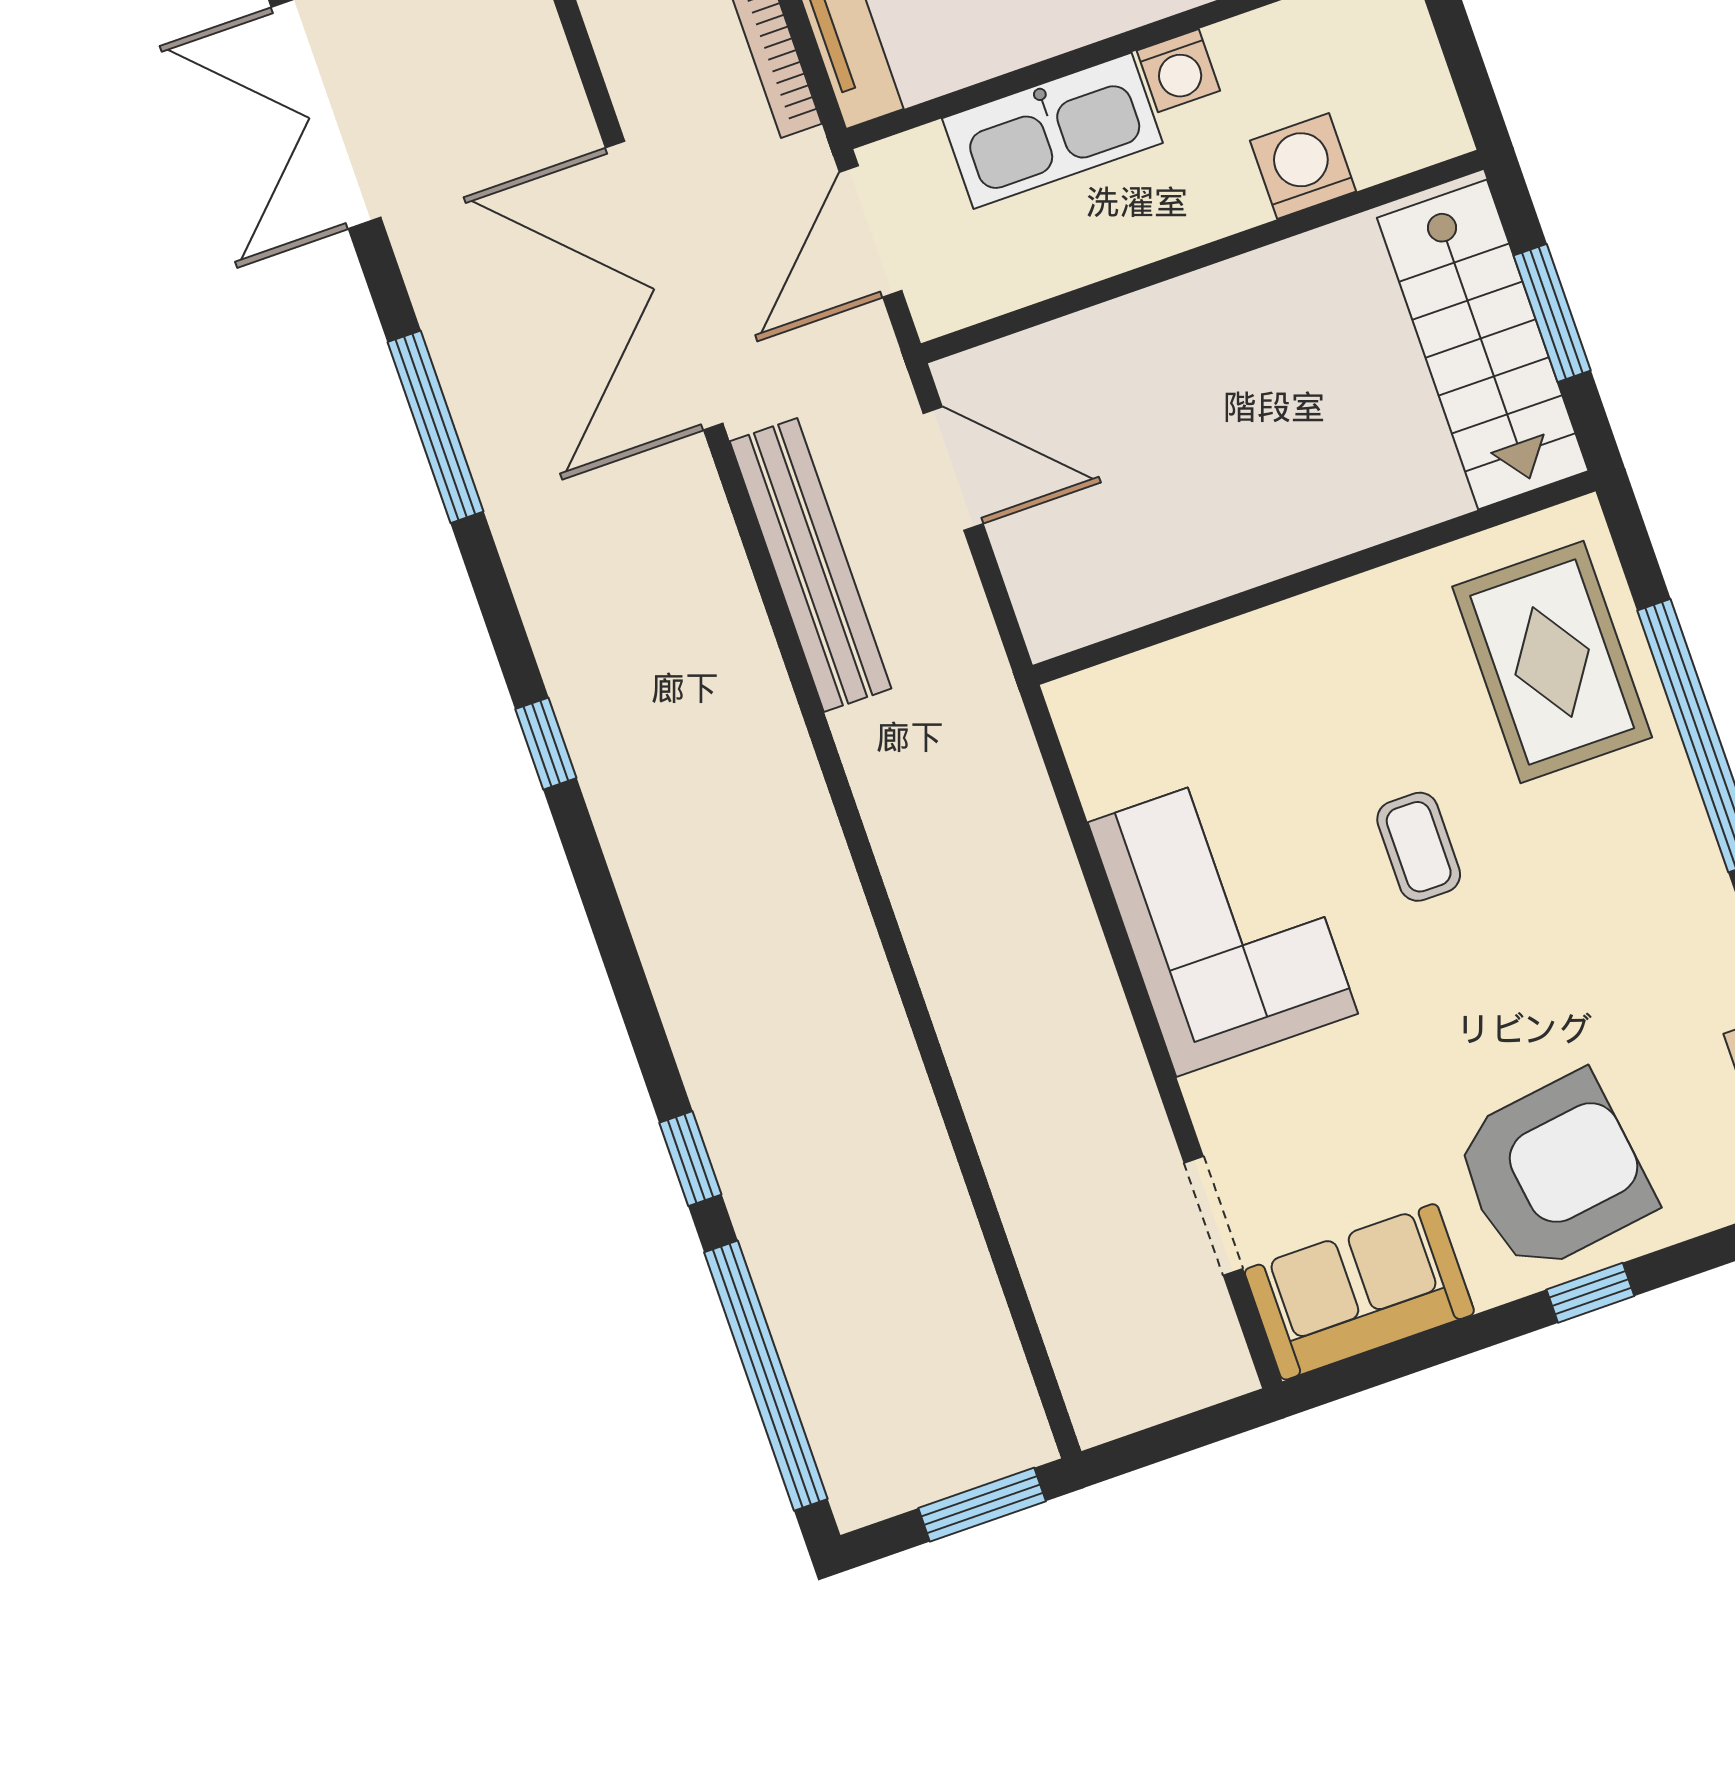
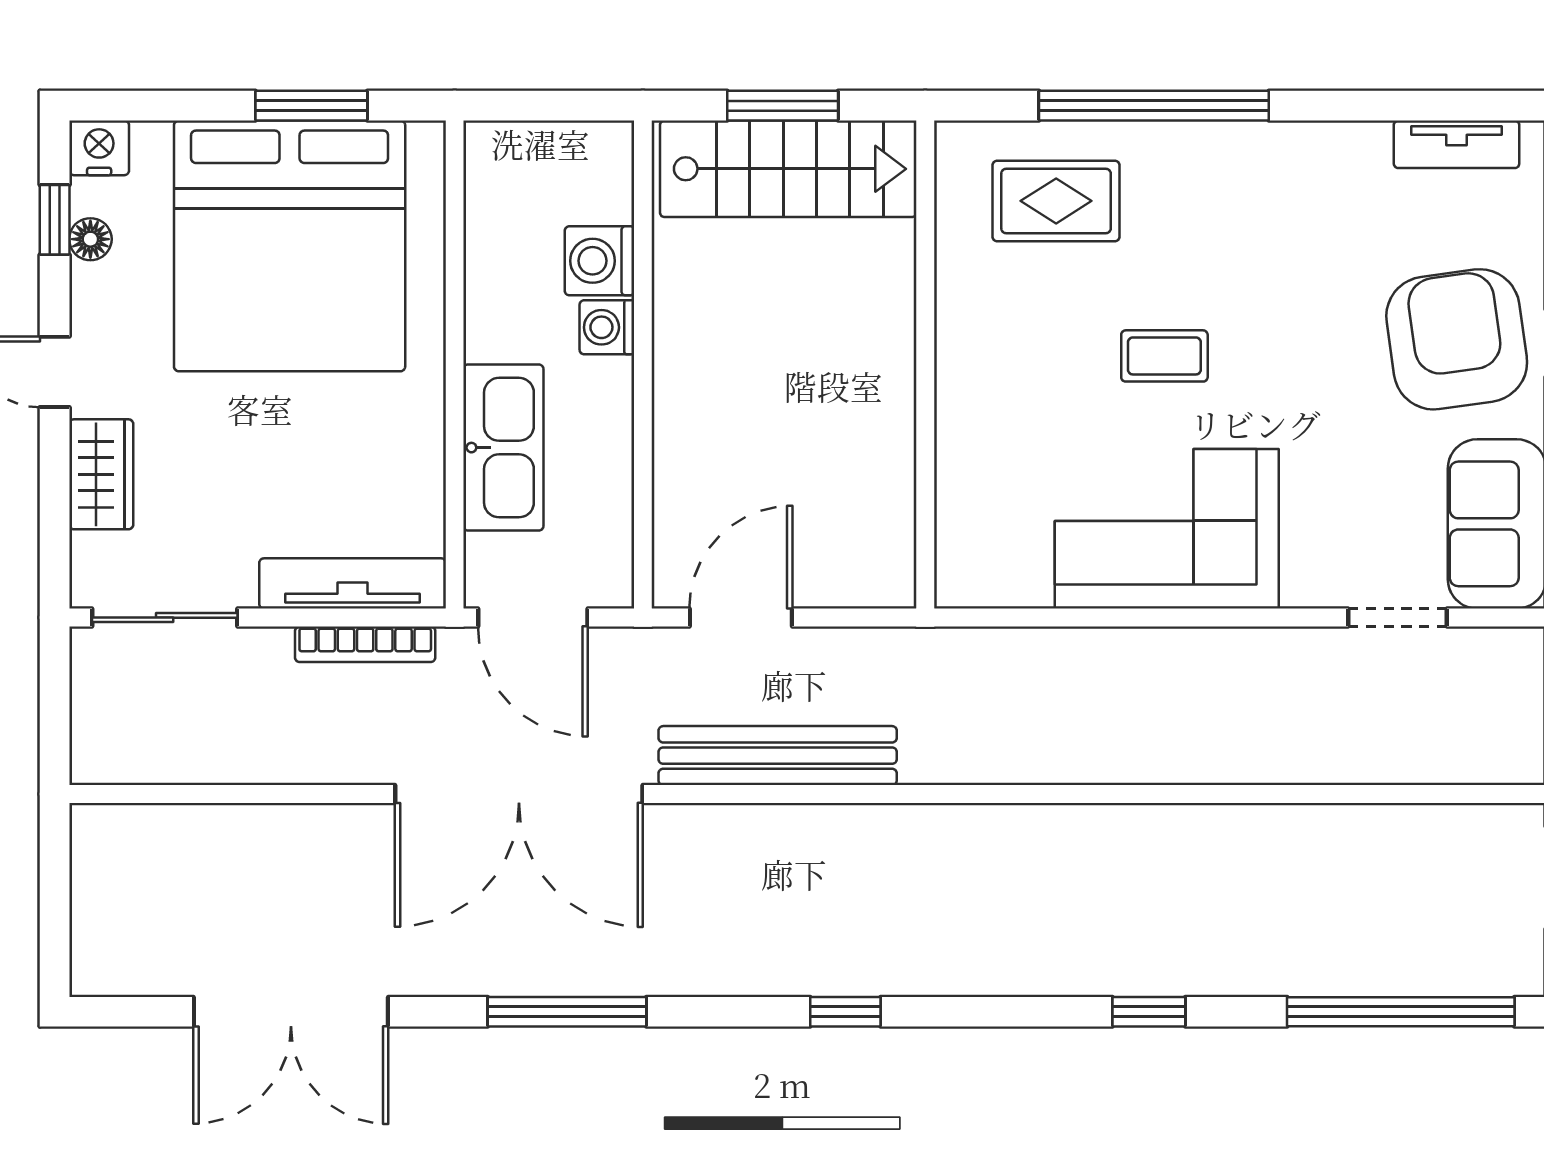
washing machine: (1178, 71) -> (607, 327), moved, turned 180
rug: (1552, 662) -> (1056, 201), width x0.73, depth x0.70
window: (690, 1159) -> (1149, 1012), moved

